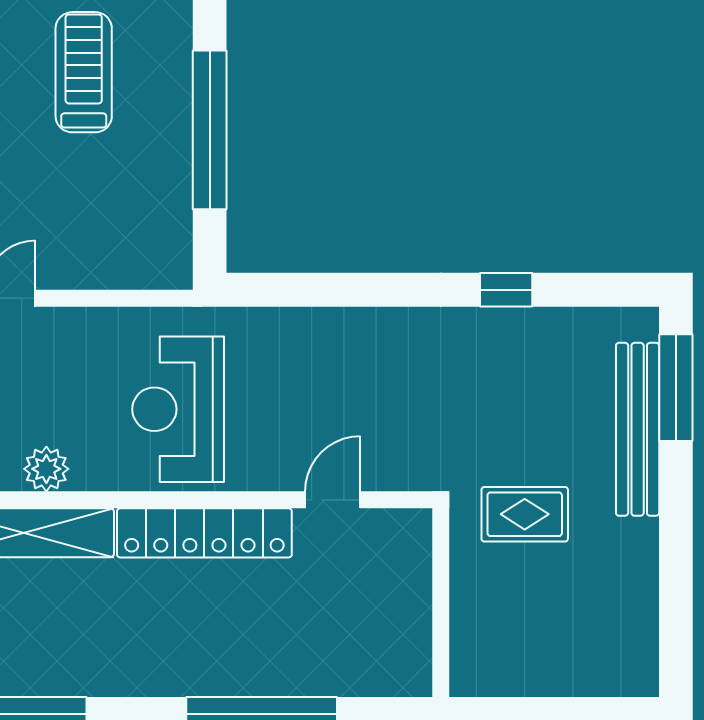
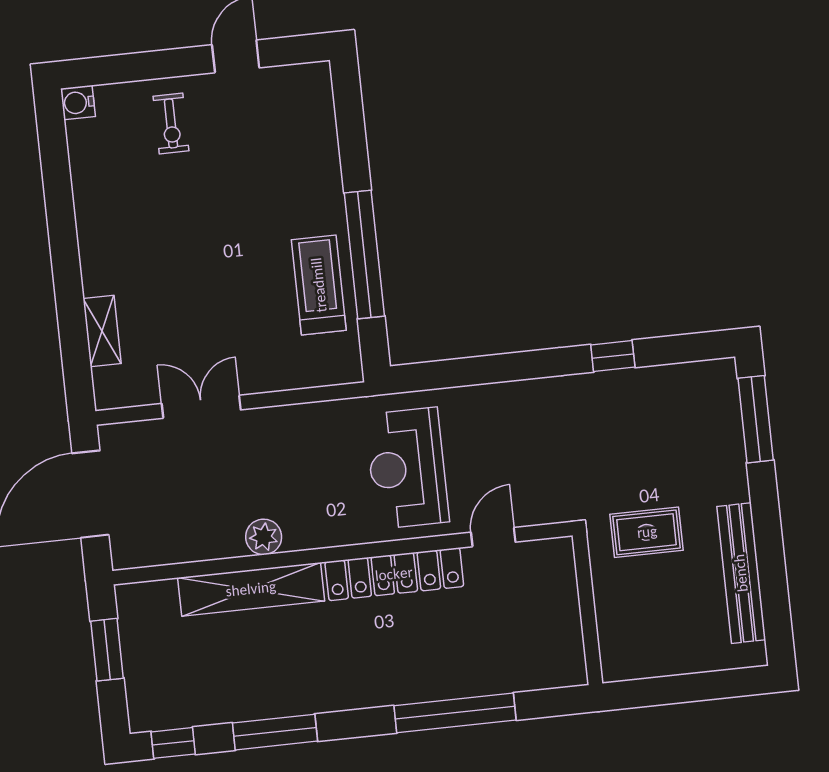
treadmill: (84, 72) -> (319, 285), moved
reception desk: (178, 409) -> (407, 468), moved
bench: (638, 429) -> (741, 573), moved

